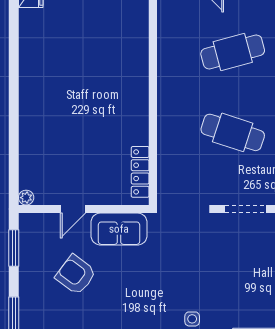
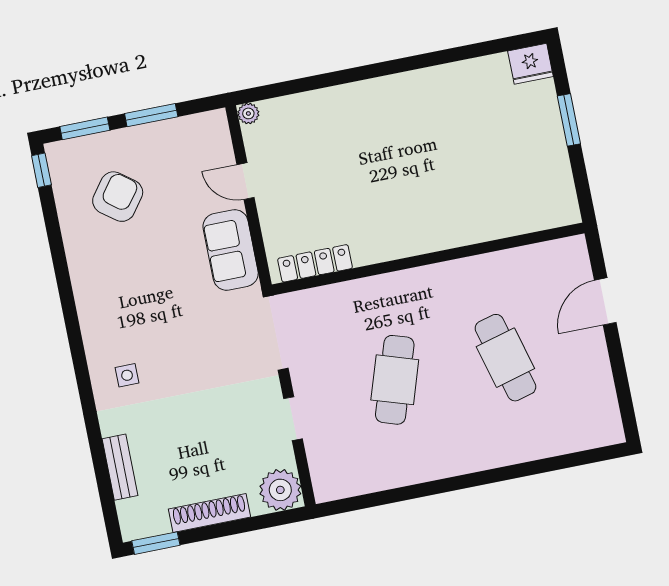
doorway: (246, 209) -> (293, 419), width x0.73
window: (14, 248) -> (151, 115), moved
armchair: (76, 275) -> (118, 197), moved

